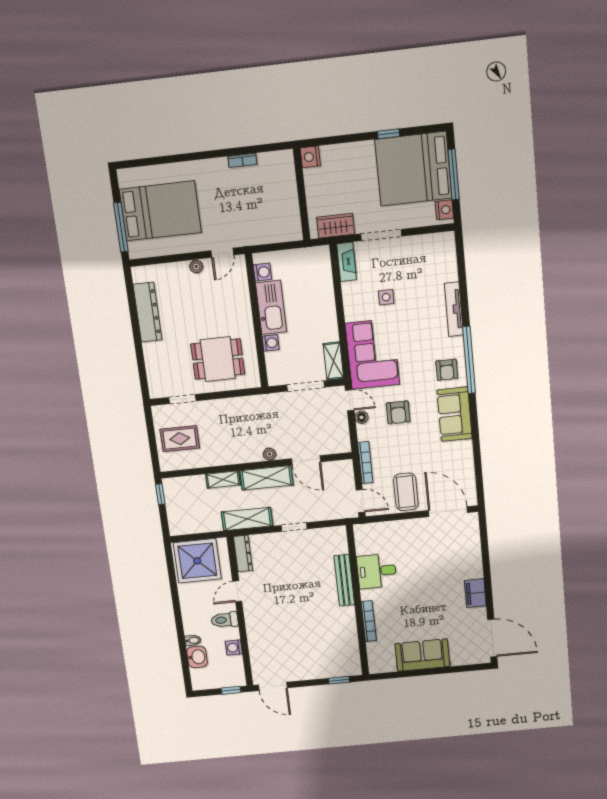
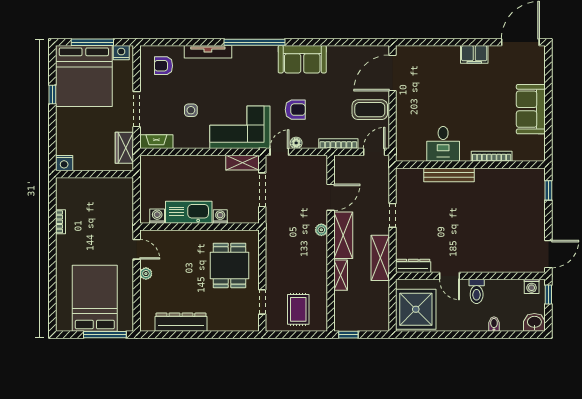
armchair: (447, 370) -> (163, 66), moved, turned 180
washing machine: (234, 648) -> (532, 286), moved
washbasin: (197, 657) -> (534, 322), moved

